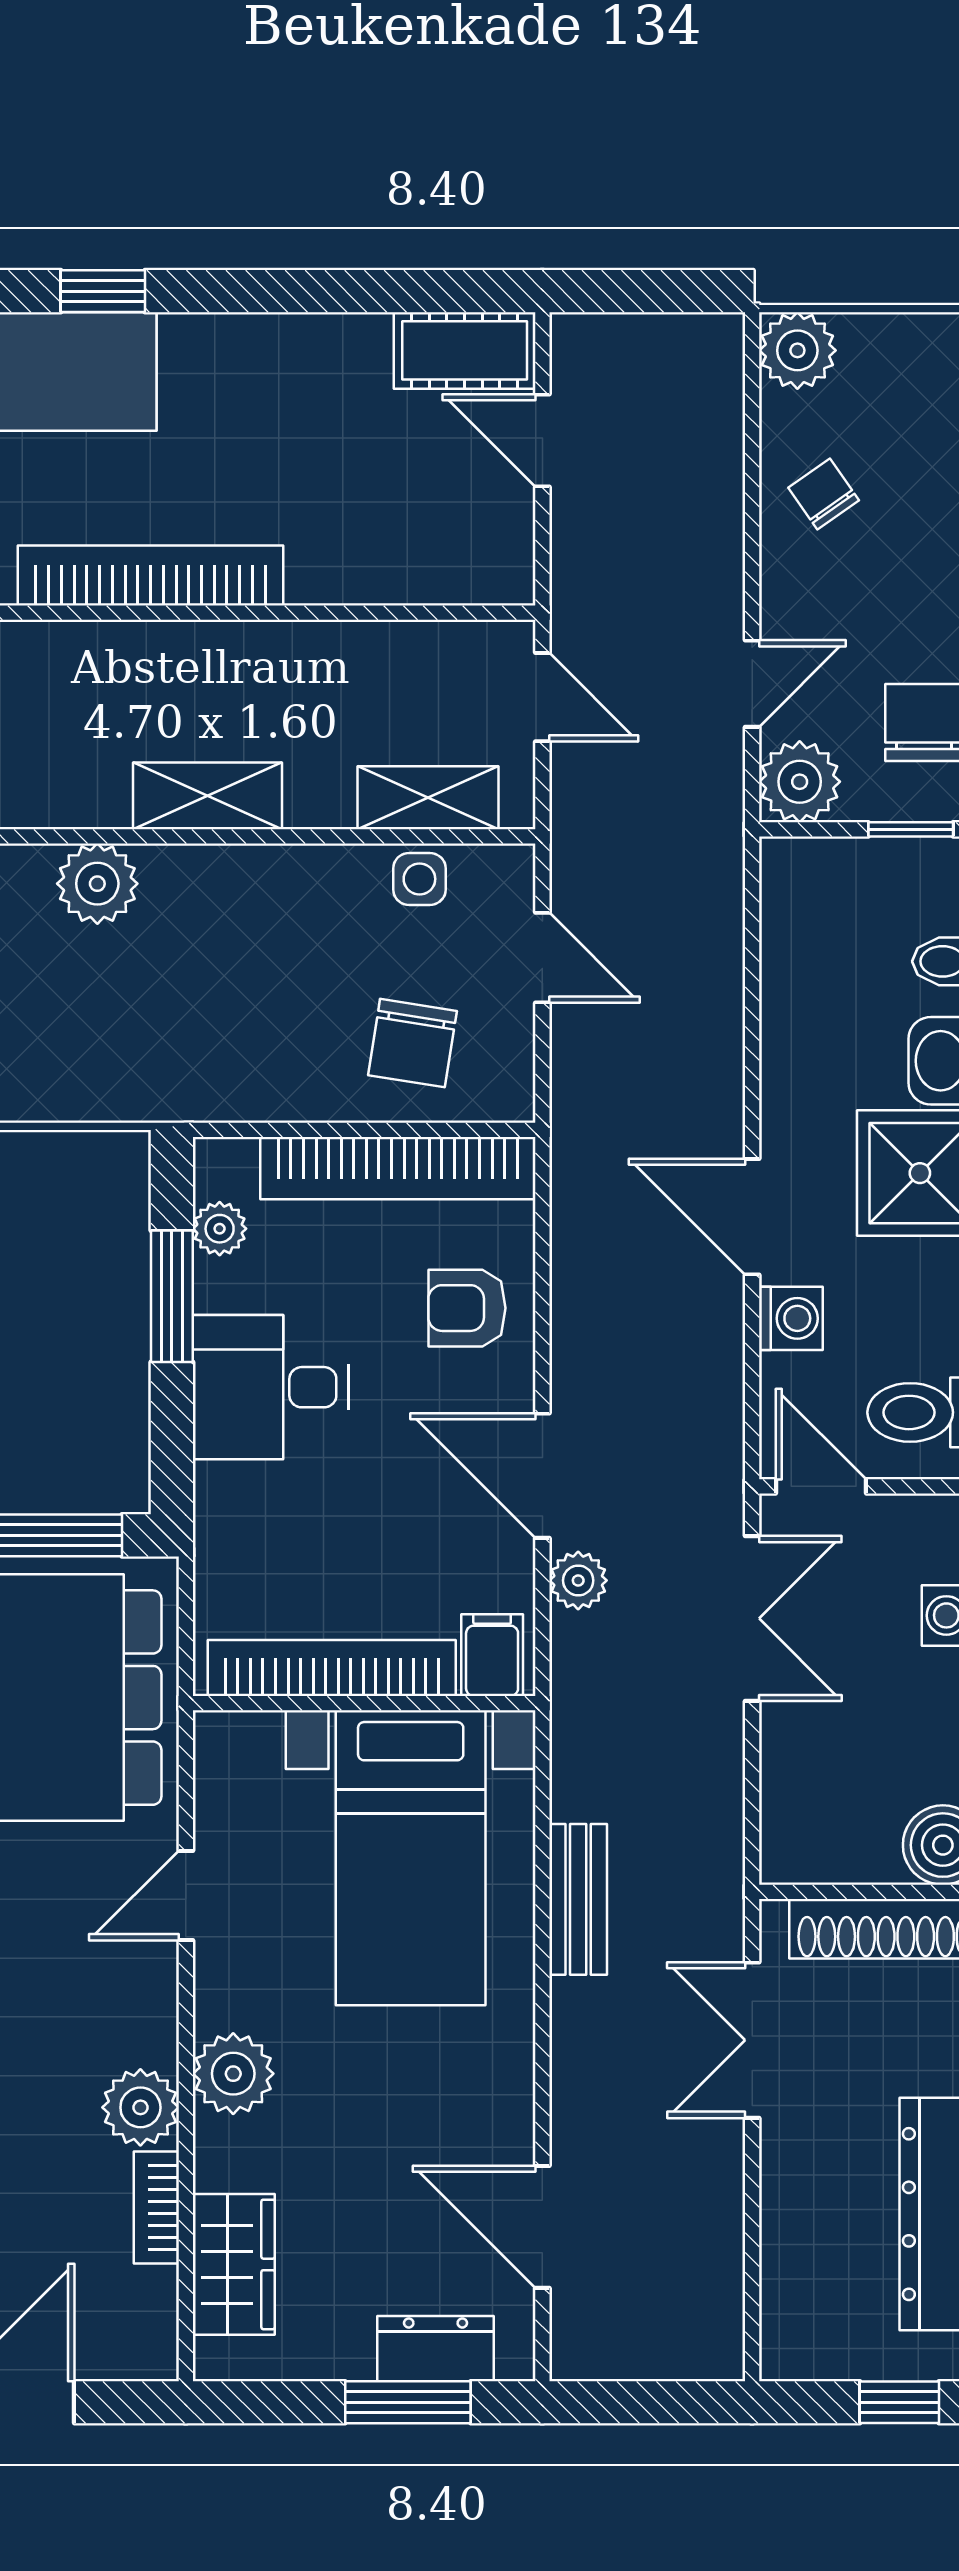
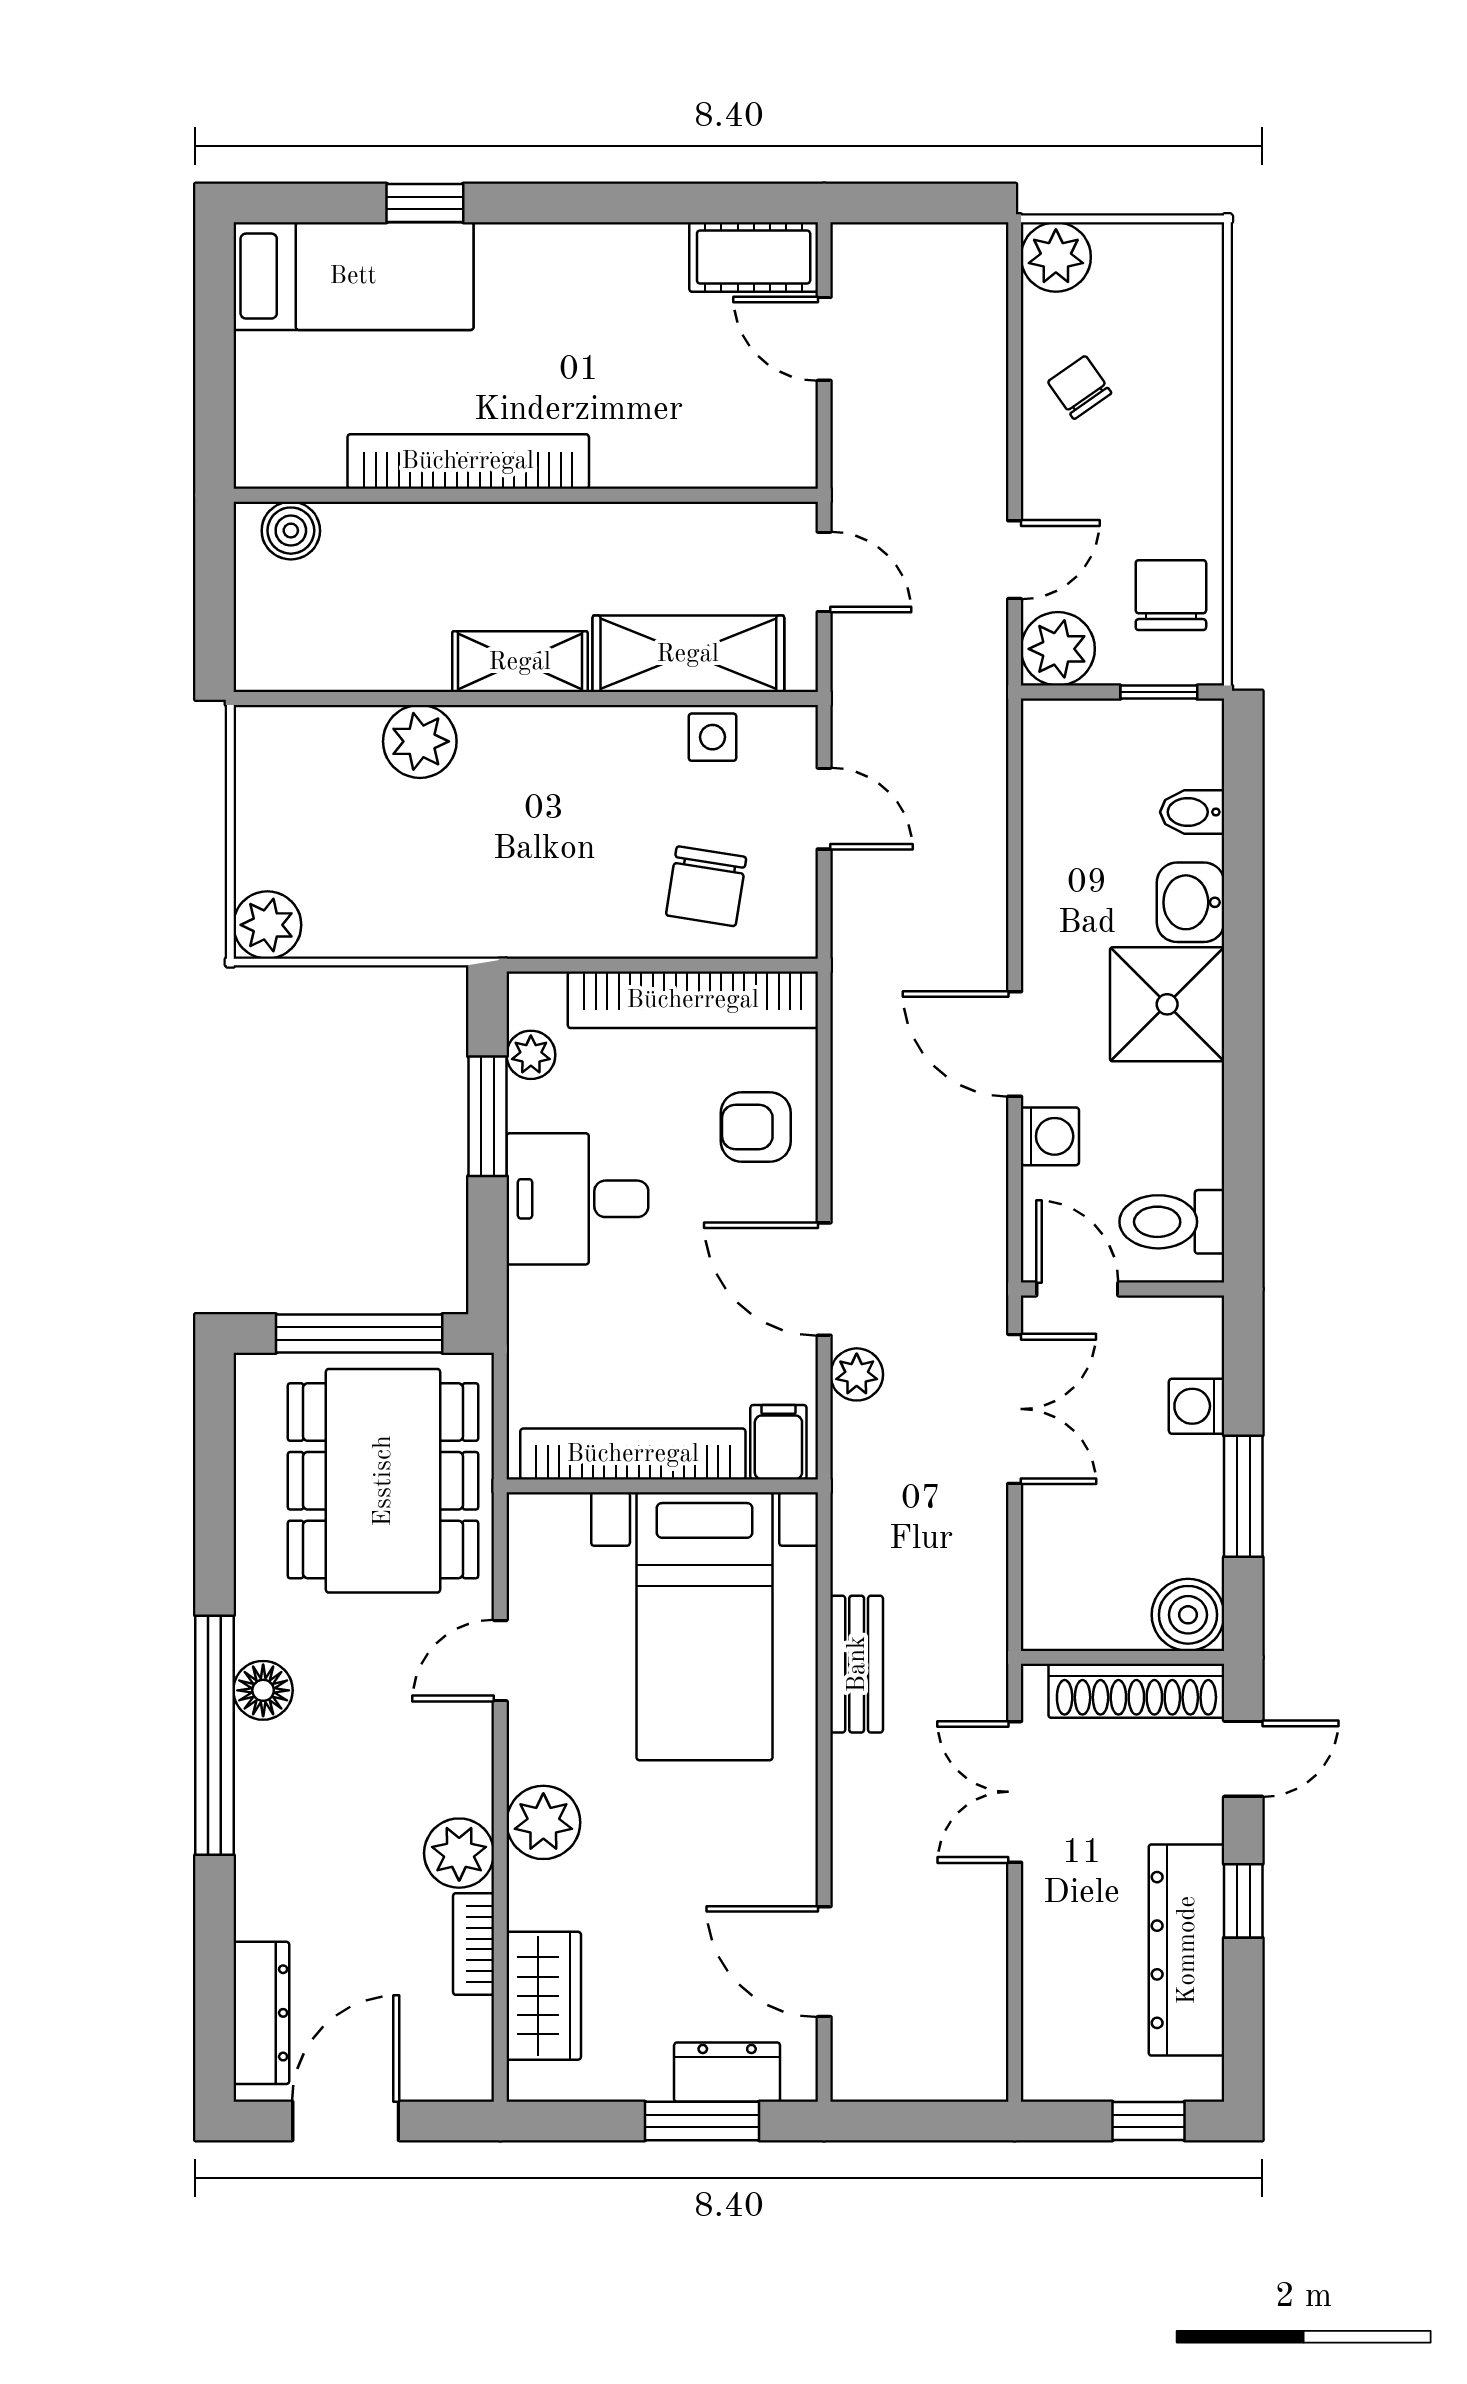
shelving: (428, 798) -> (688, 654), width x1.50, depth x1.33

